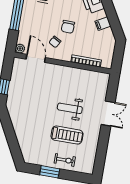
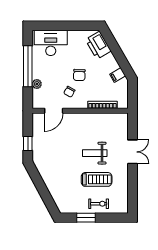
filing cabinet: (103, 24) -> (118, 75), moved
plant: (20, 49) -> (37, 84), moved
door: (36, 58) -> (54, 111), swing flipped

